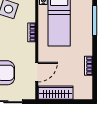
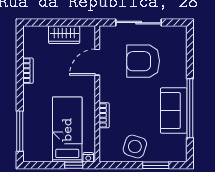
wardrobe: (56, 93) -> (64, 35), width x0.67

